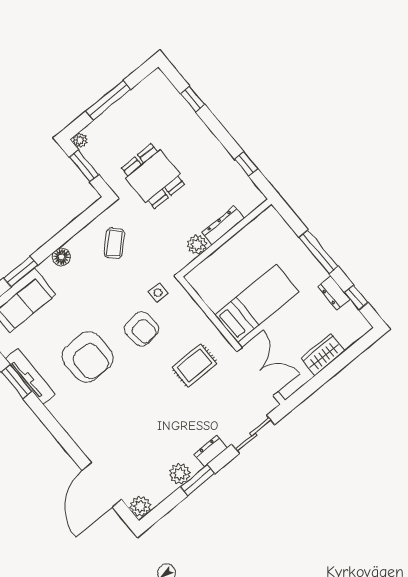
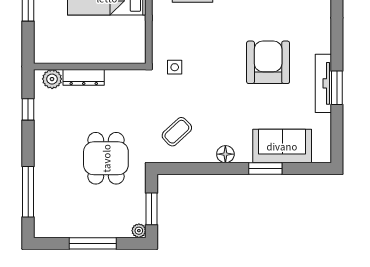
window: (193, 99) -> (28, 192), width x2.17
plant: (197, 245) -> (52, 79), moved
armchair: (142, 329) -> (210, 50), removed

